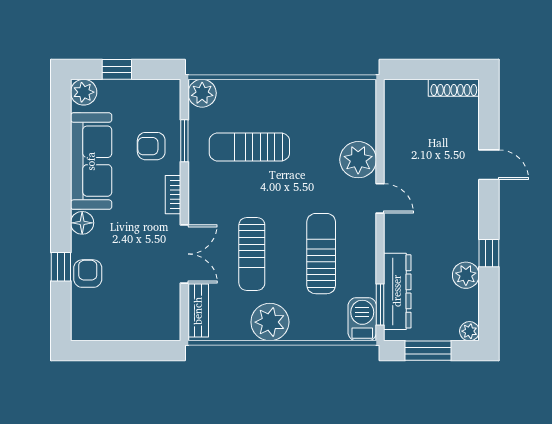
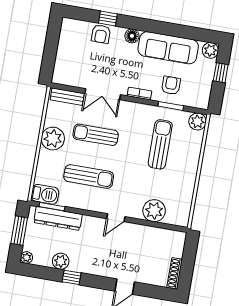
plant: (358, 160) -> (154, 211), moved
armchair: (88, 274) -> (101, 34), turned 90

